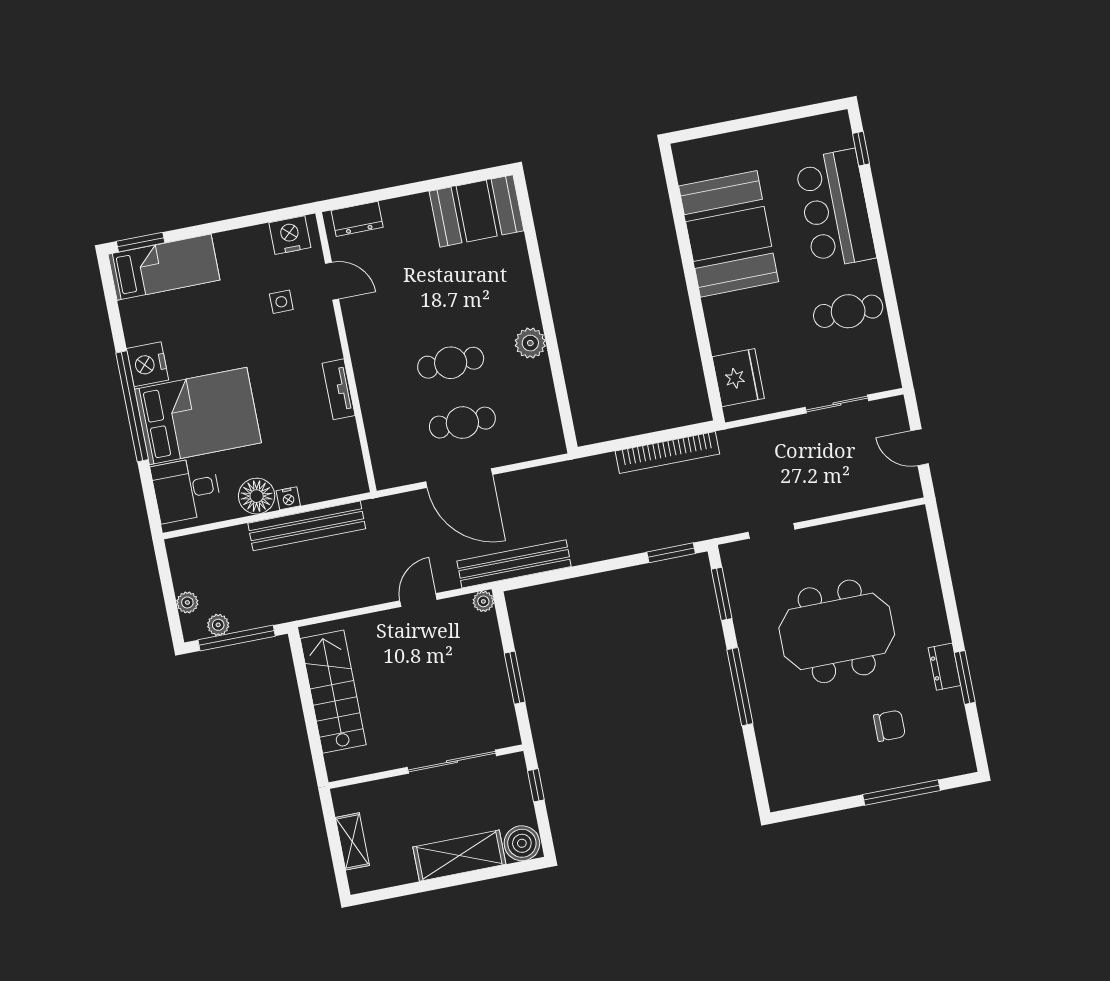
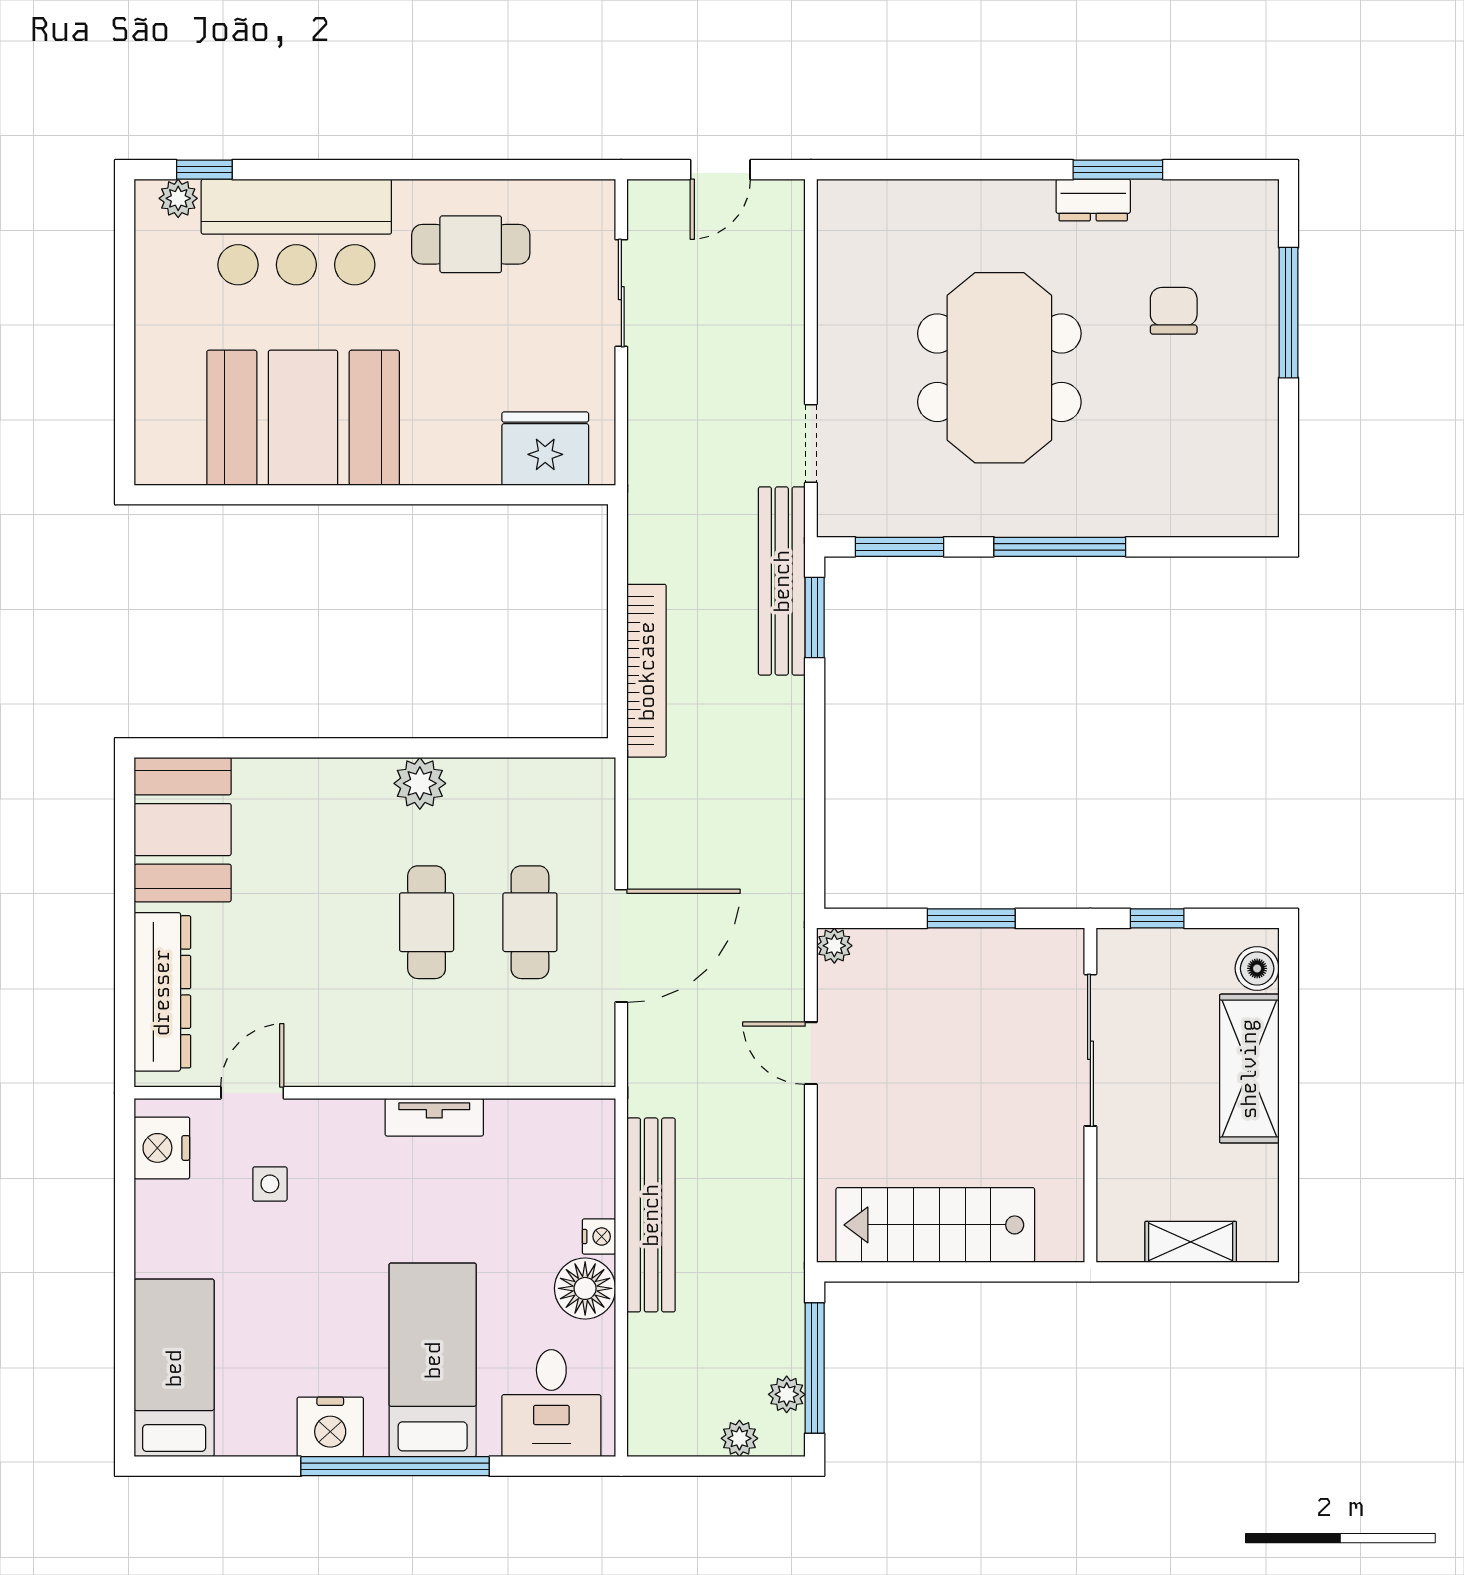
plant: (841, 137) -> (178, 198), added
dresser: (357, 219) -> (162, 992), width x1.96, depth x1.24
window: (141, 242) -> (125, 1398), removed
cafe table: (848, 311) -> (471, 244), turned 90
bed: (198, 416) -> (433, 1360), width x0.67
bookcase: (667, 452) -> (647, 671), moved
bench: (514, 564) -> (782, 581), moved
boiler: (522, 843) -> (1257, 968), width x0.73, depth x0.73

